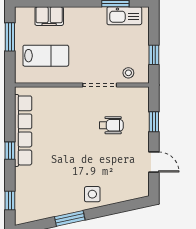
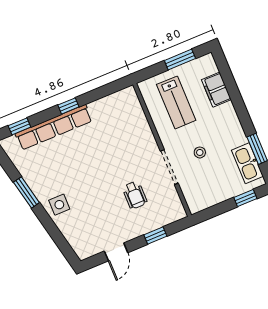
window: (154, 55) -> (245, 198), moved
stool: (128, 73) -> (200, 152), moved
row of seats: (23, 130) -> (54, 127), moved

